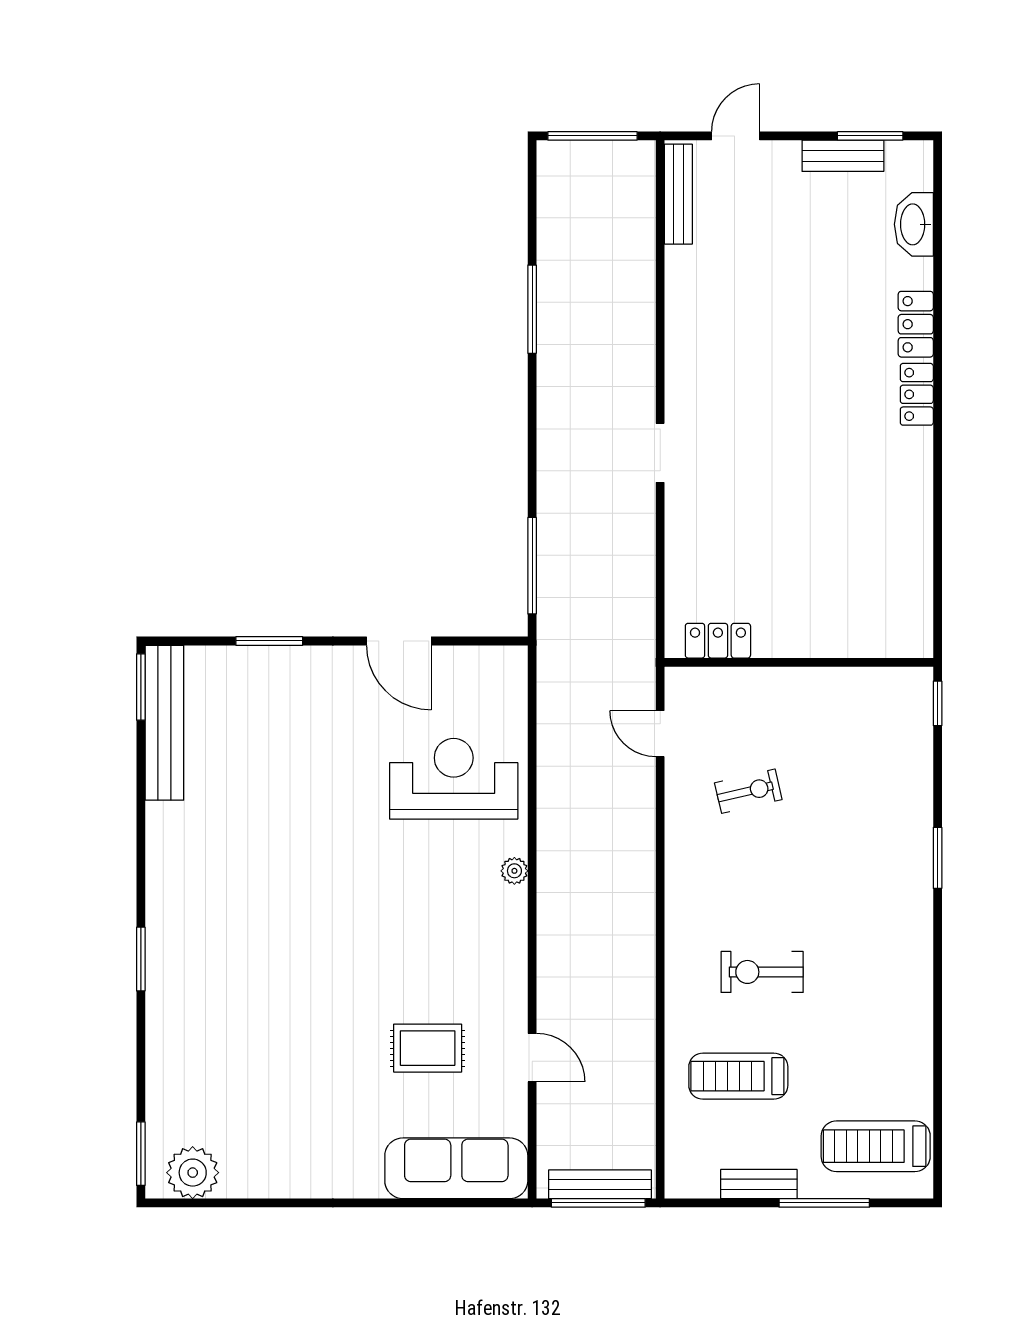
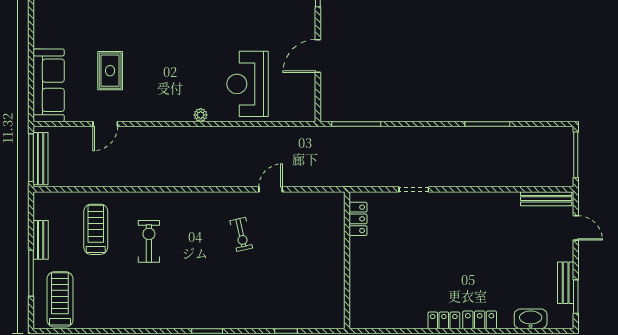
locker: (718, 641) -> (358, 219), moved
wall: (799, 662) -> (347, 260), moved
reception desk: (454, 779) -> (248, 84), turned 180

